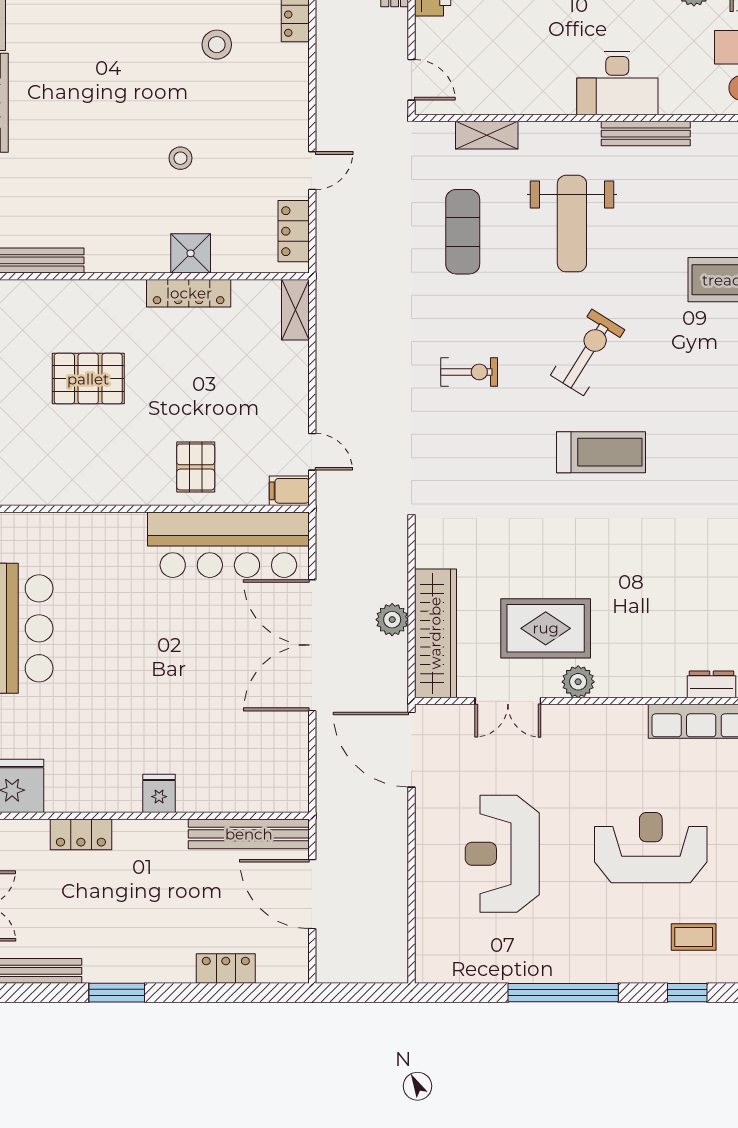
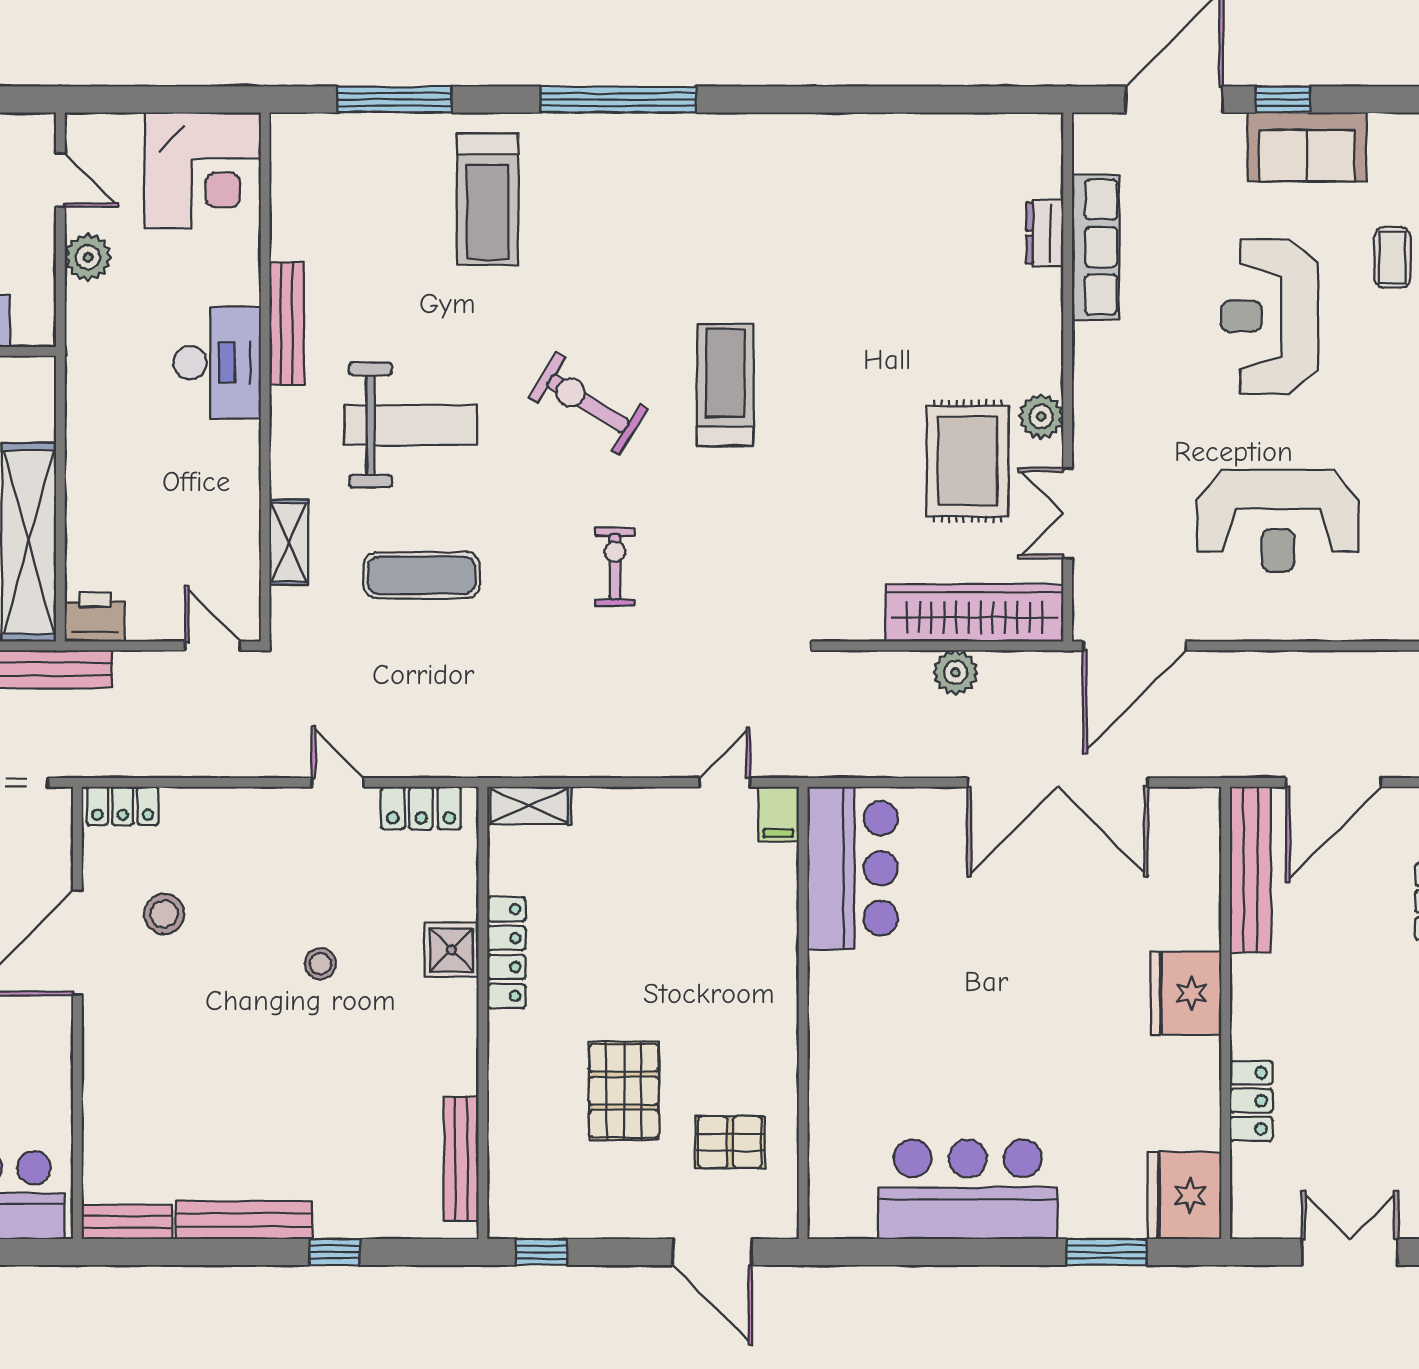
door: (411, 80) -> (213, 646), hinge flipped
pallet: (196, 467) -> (730, 1142), moved
bar counter: (228, 545) -> (853, 868), width x0.73
double door: (312, 645) -> (1058, 782), moved
double door: (508, 701) -> (1068, 513), swing flipped
fridge: (159, 793) -> (1186, 993), width x1.88, depth x1.34

